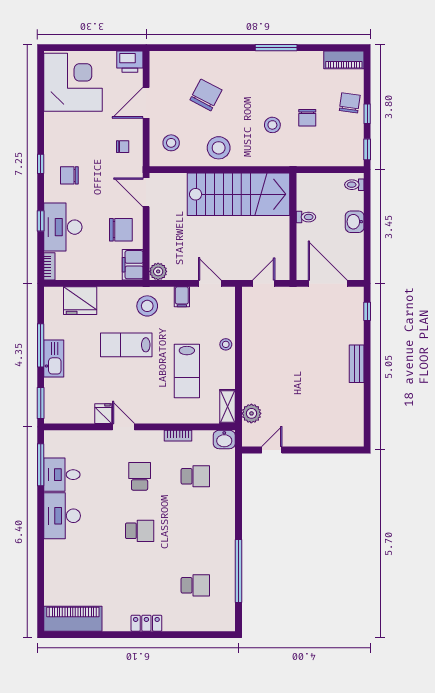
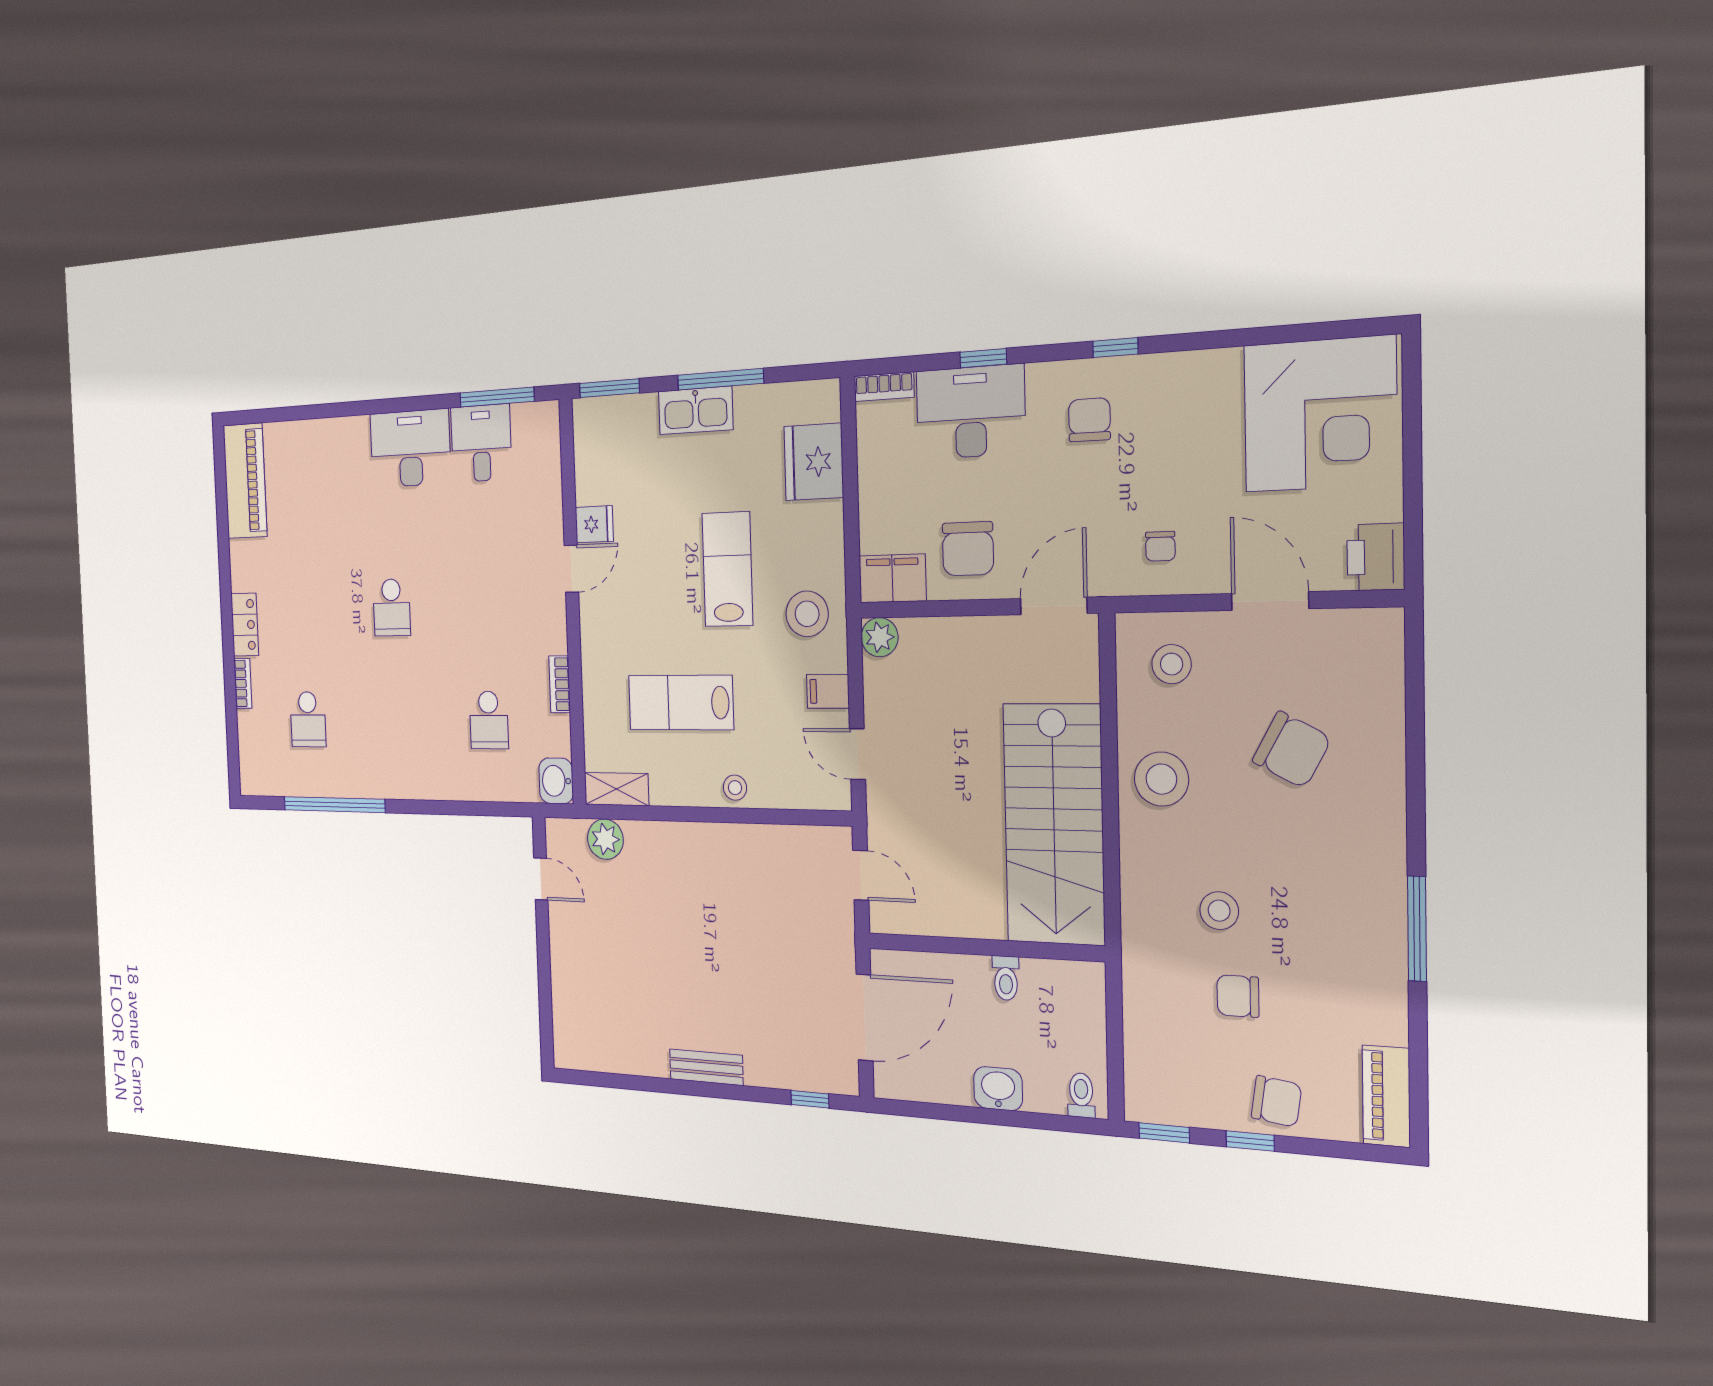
door: (210, 283) -> (857, 754), swing flipped
school desk: (140, 476) -> (484, 605), removed
bookcase: (177, 626) -> (243, 683), added

